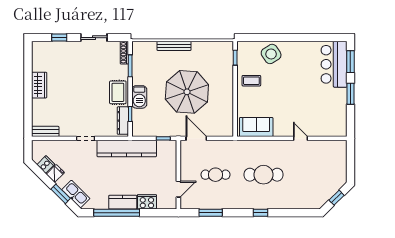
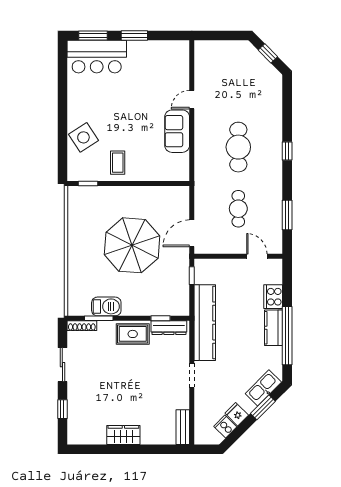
bench: (174, 46) -> (73, 262), removed
barbecue: (139, 97) -> (106, 306), moved
sofa: (256, 127) -> (177, 131), moved

